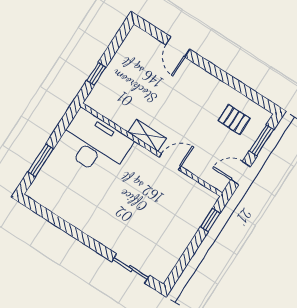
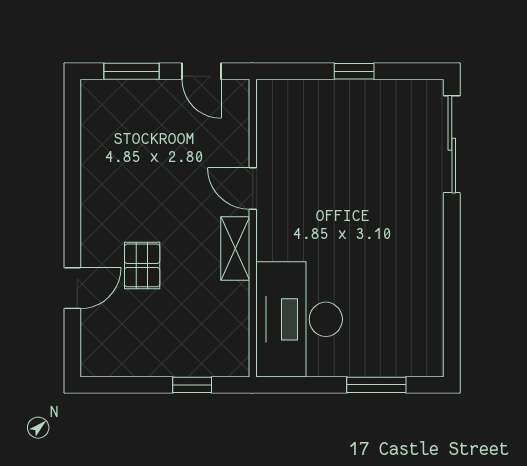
pallet: (234, 119) -> (142, 265), moved
window: (210, 220) -> (354, 71), moved
sliding door: (131, 268) -> (452, 144), width x1.37

